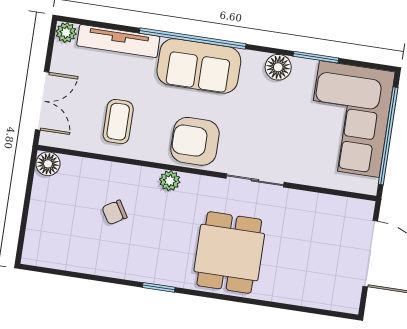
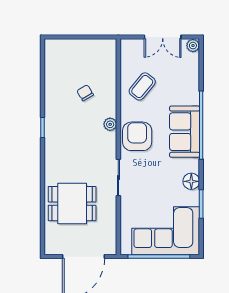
tv unit: (118, 41) -> (193, 79), removed
double door: (42, 101) -> (163, 37), moved
coffee table: (118, 122) -> (142, 86), turned -51
floor lamp: (48, 164) -> (109, 47), removed
dining table: (229, 253) -> (72, 204), moved

